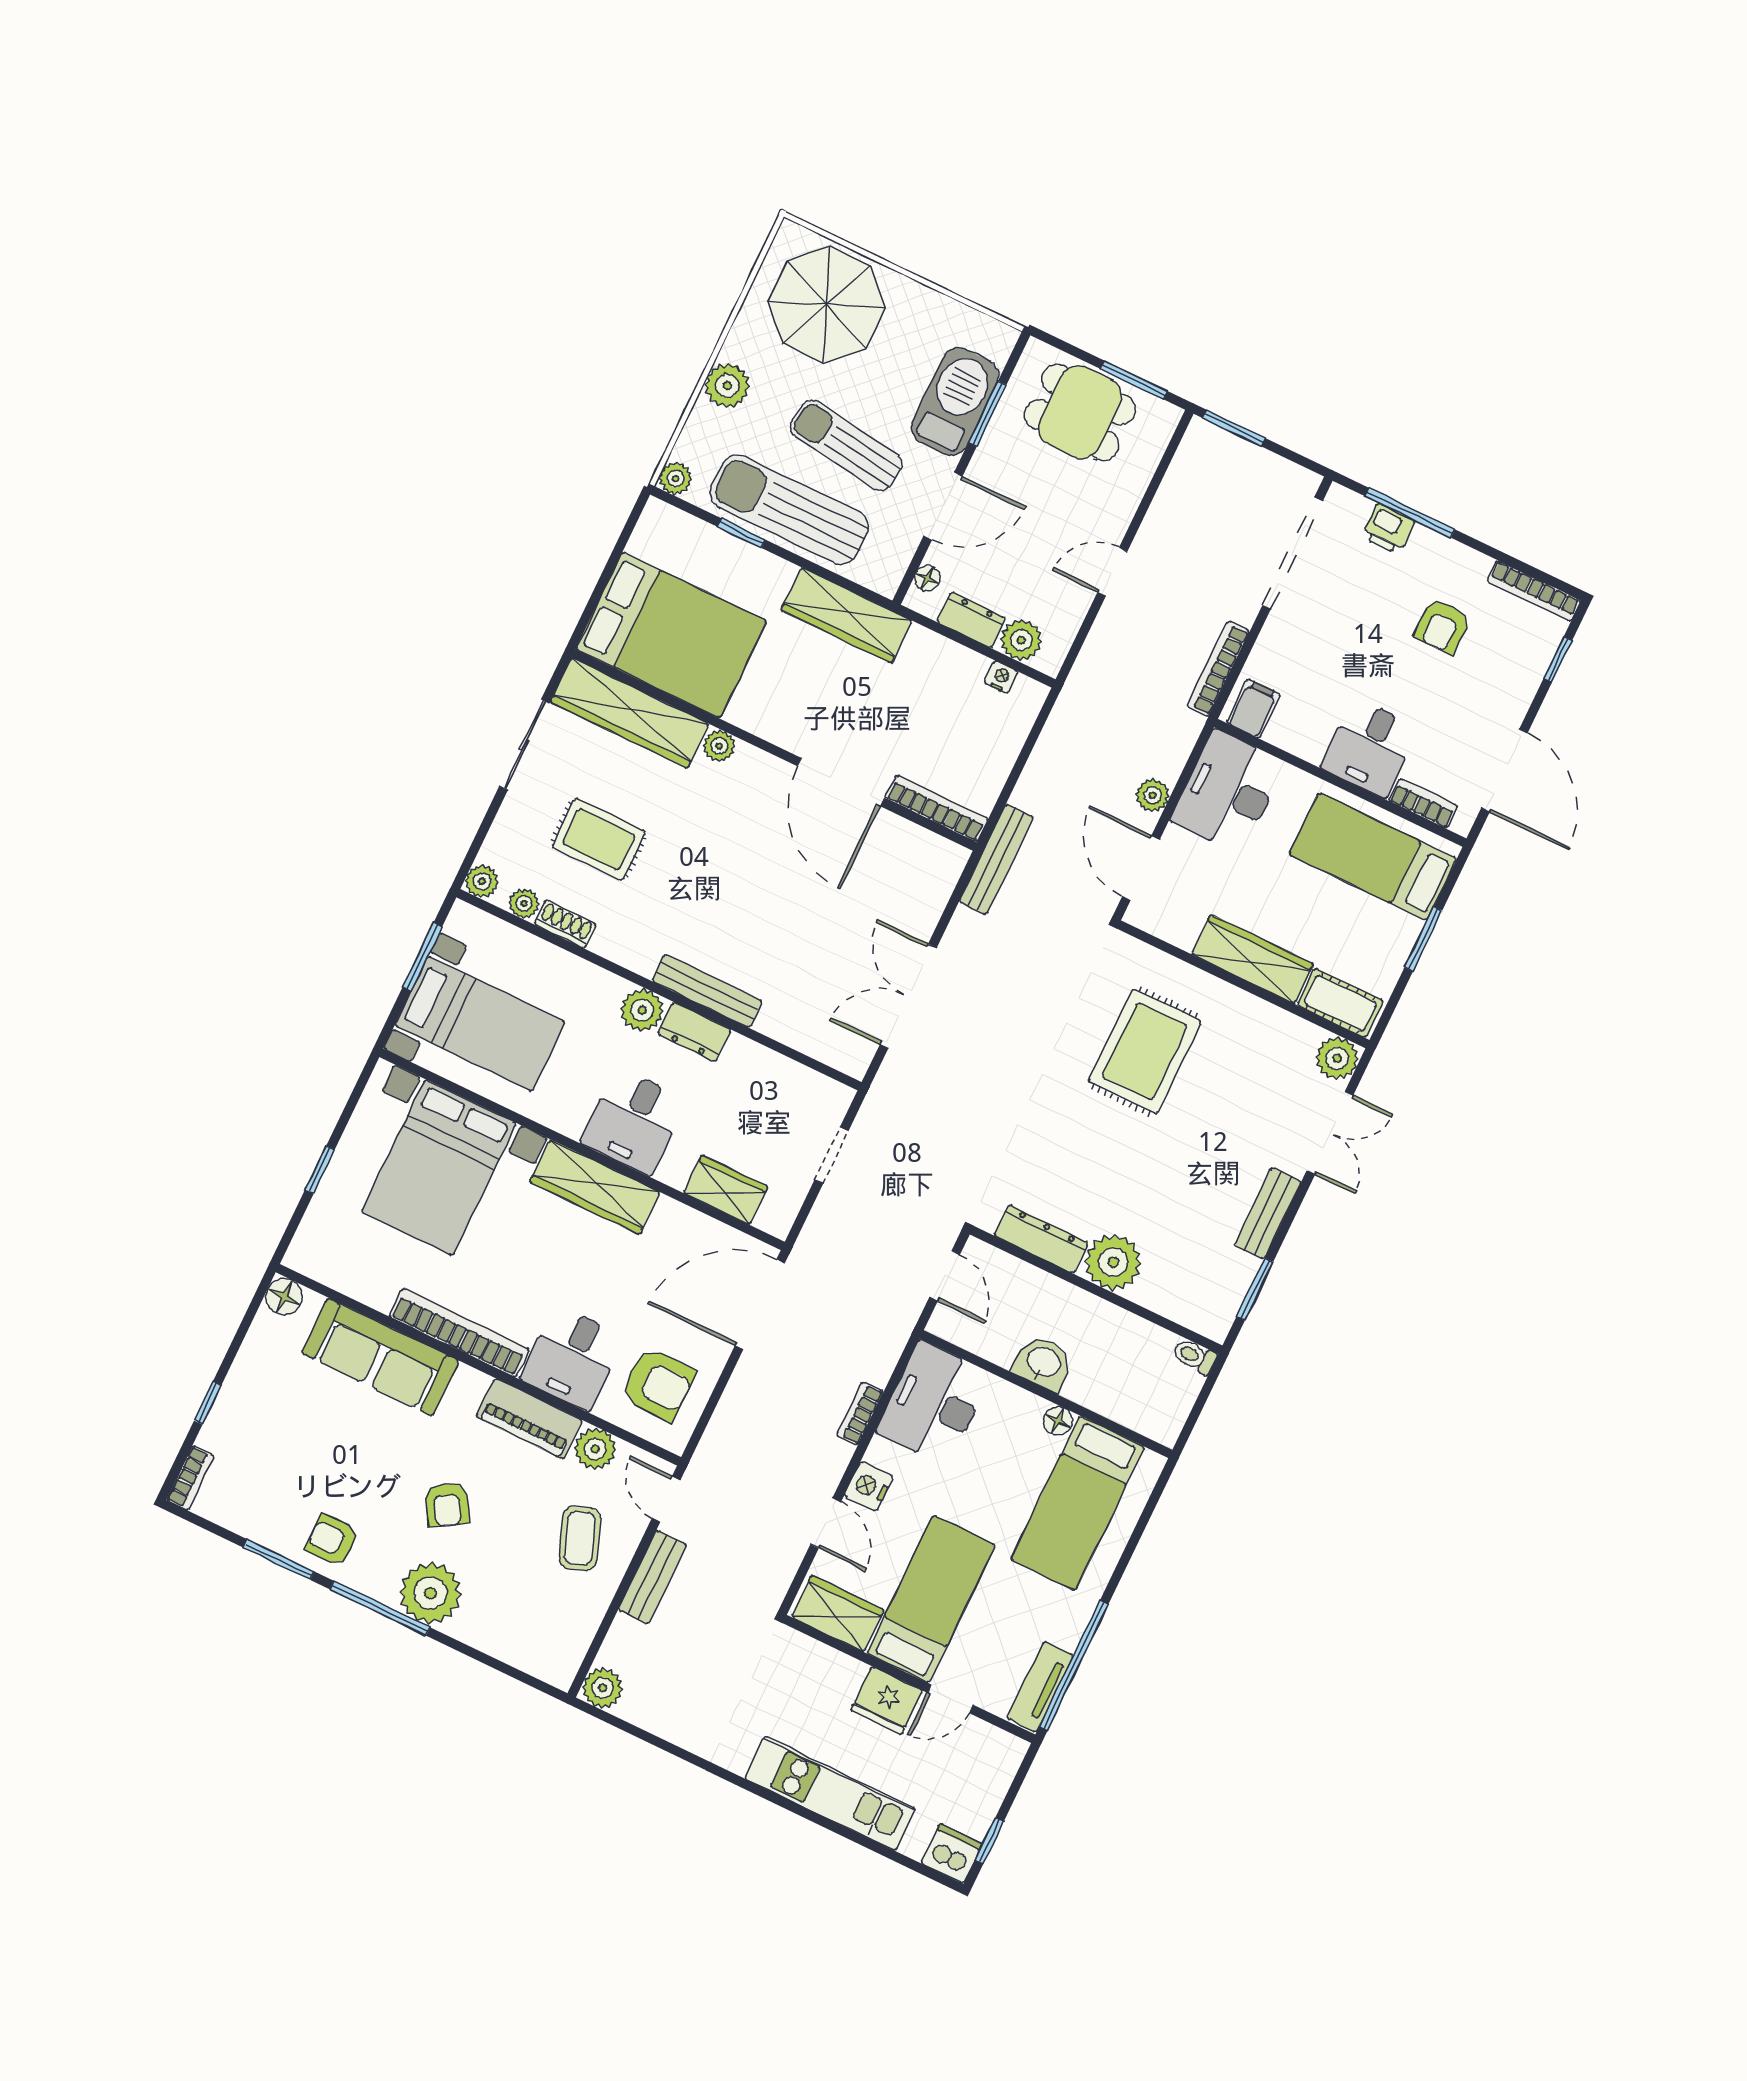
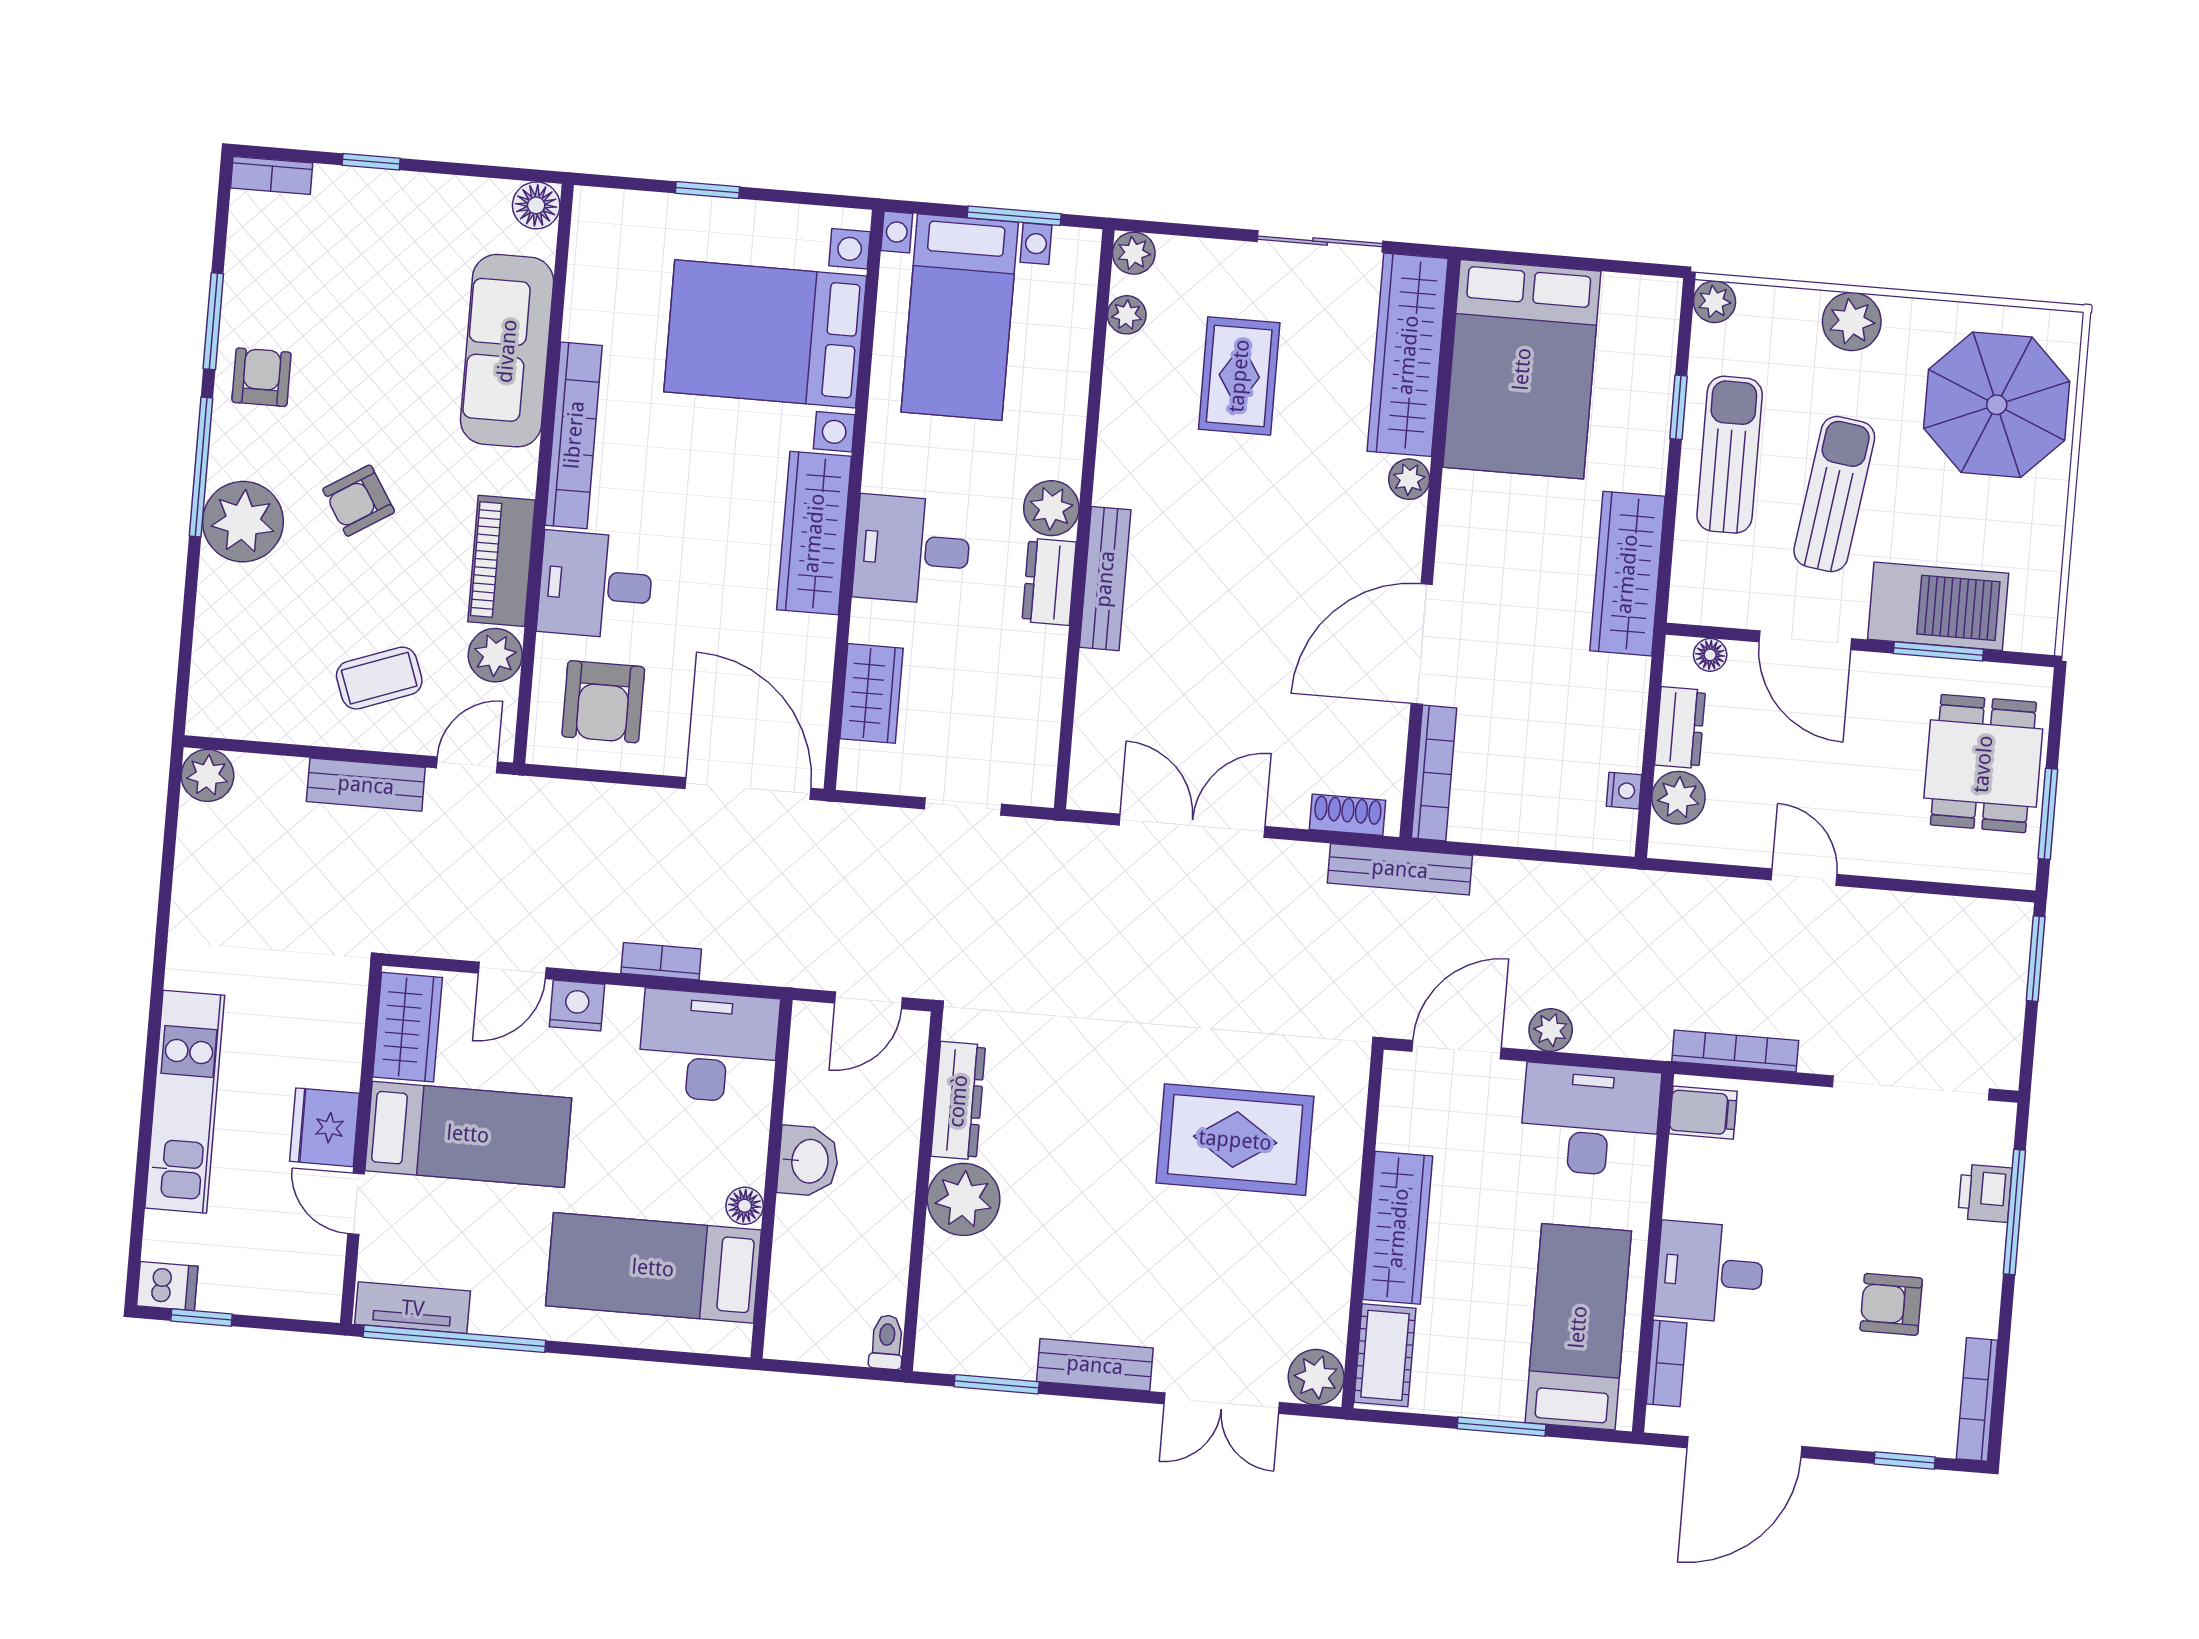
sun lounger: (789, 510) -> (1730, 455), width x0.73, depth x0.75
shoe rack: (565, 924) -> (1348, 815), moved, turned -90
dishwasher: (952, 1854) -> (167, 1286), width x0.73

